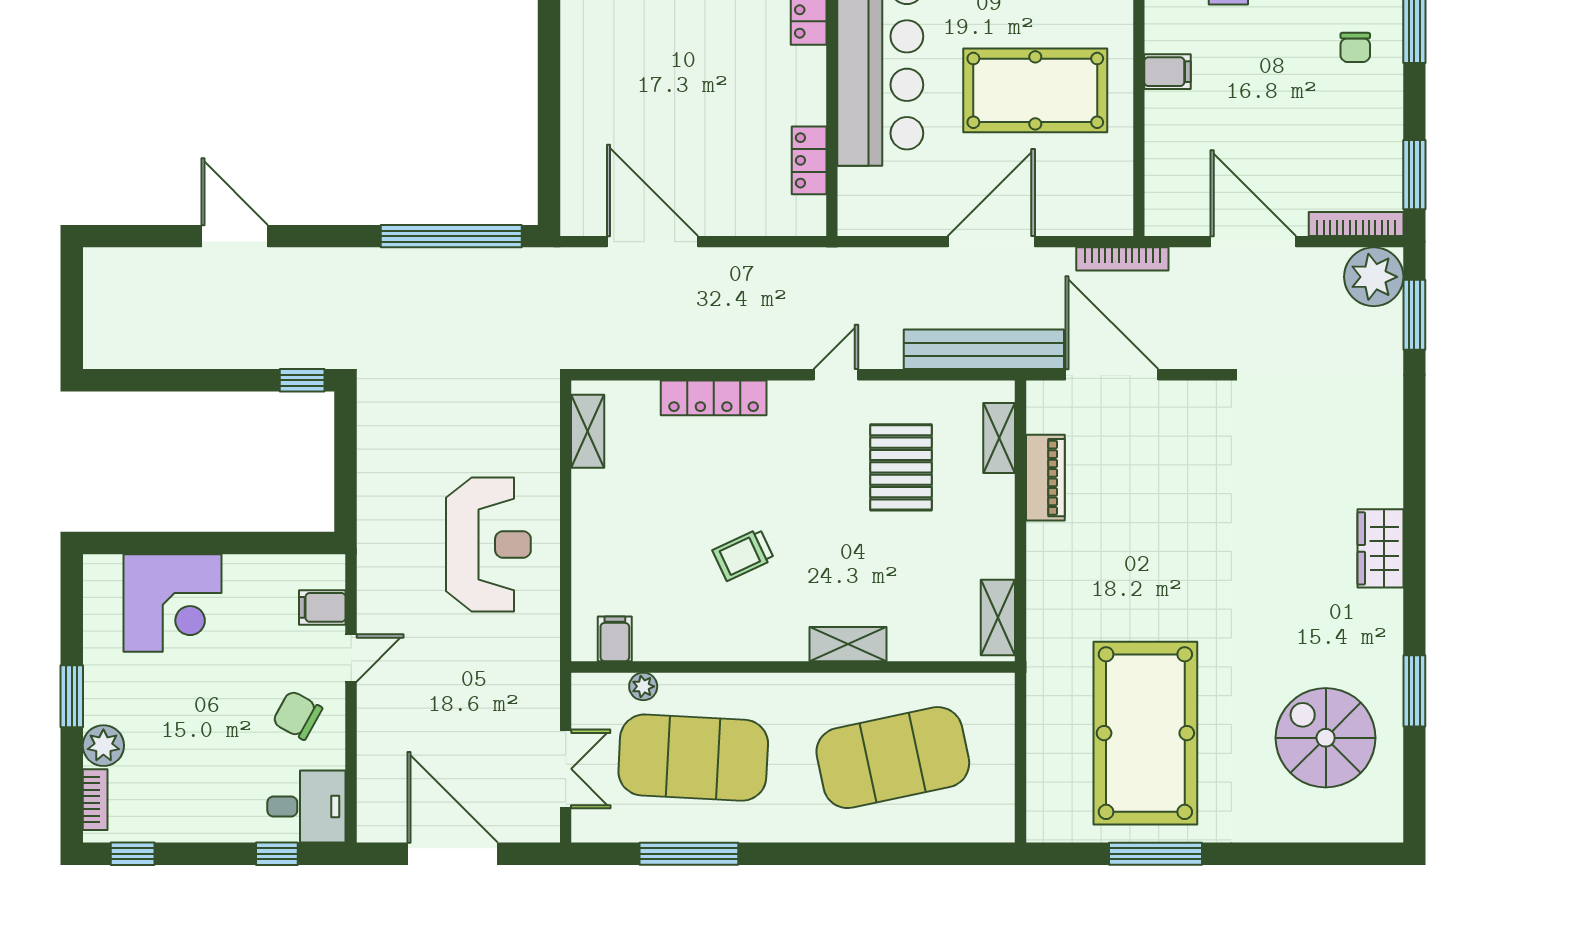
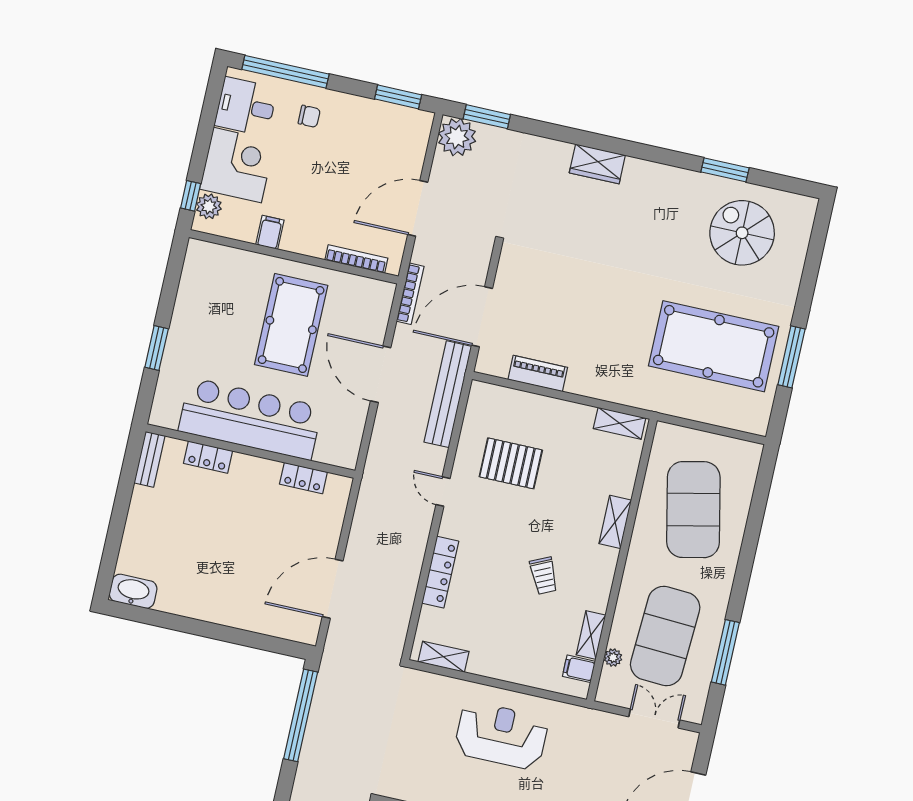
filing cabinet: (1168, 72) -> (270, 232), moved
bookcase: (1356, 224) -> (356, 259), moved, turned 90
shelving: (999, 438) -> (591, 635), moved, turned 90
wardrobe: (1380, 548) -> (597, 164), moved
spiral stairs: (1326, 738) -> (742, 233), turned 90

